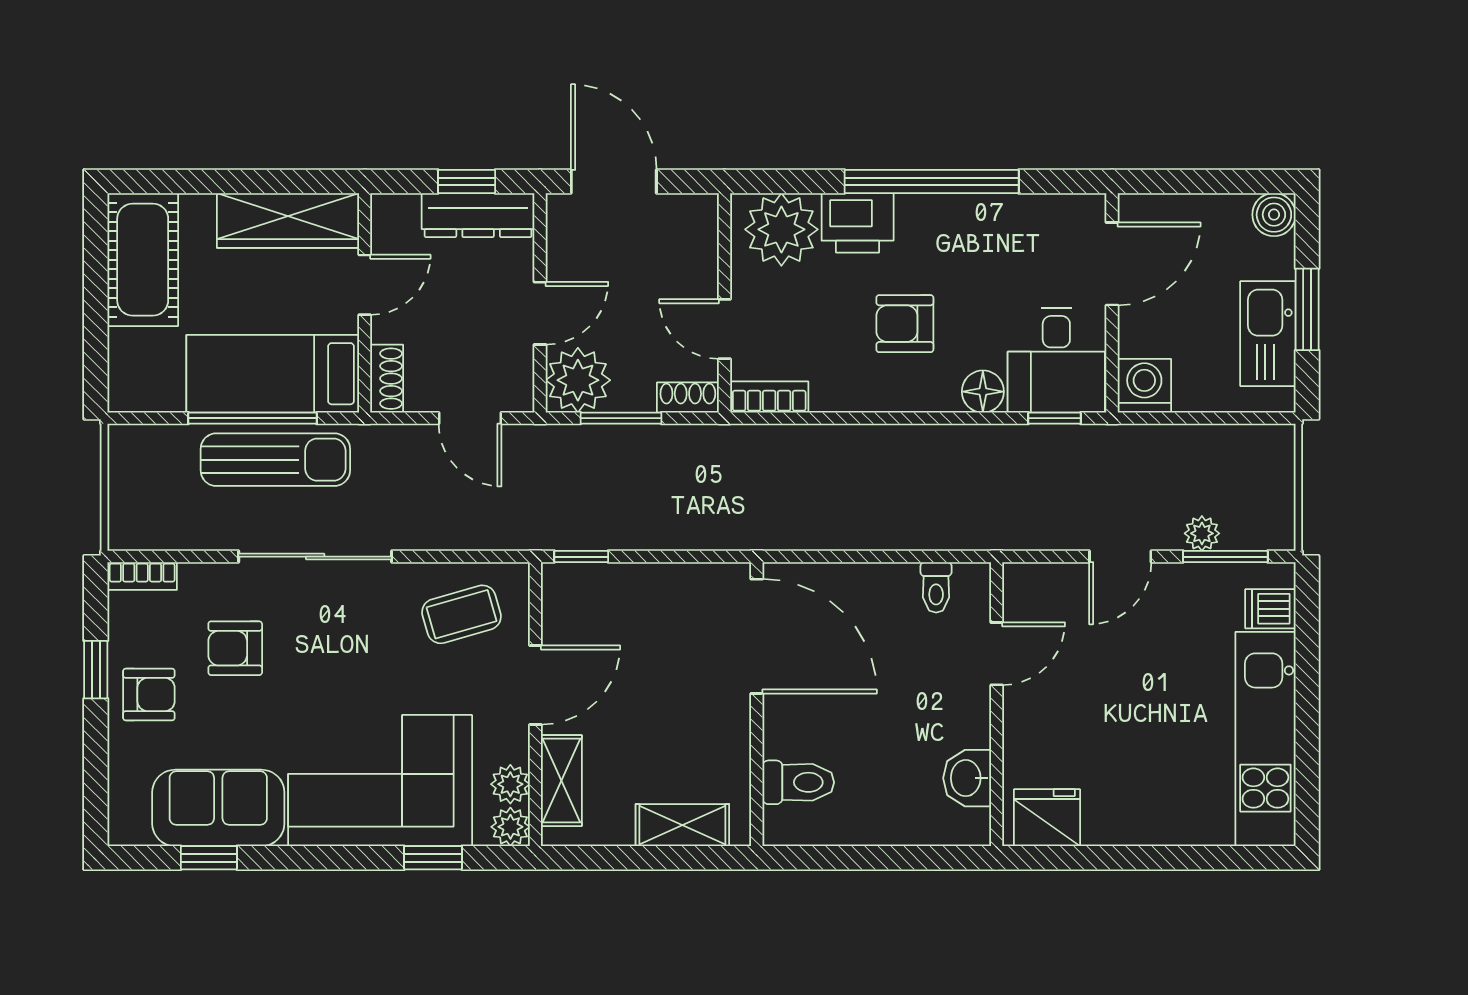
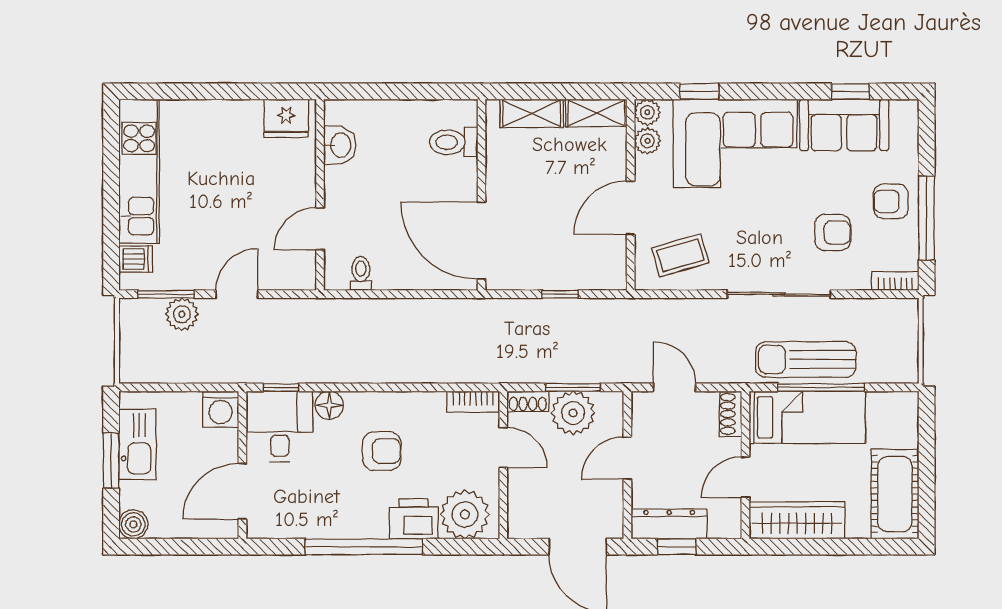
plant: (578, 380) -> (573, 413), moved
plant: (1202, 533) -> (182, 314), width x1.38, depth x1.38
window: (581, 557) -> (560, 294), moved
window: (96, 670) -> (927, 218), width x2.17
shelving: (561, 781) -> (596, 113), moved, turned 90

